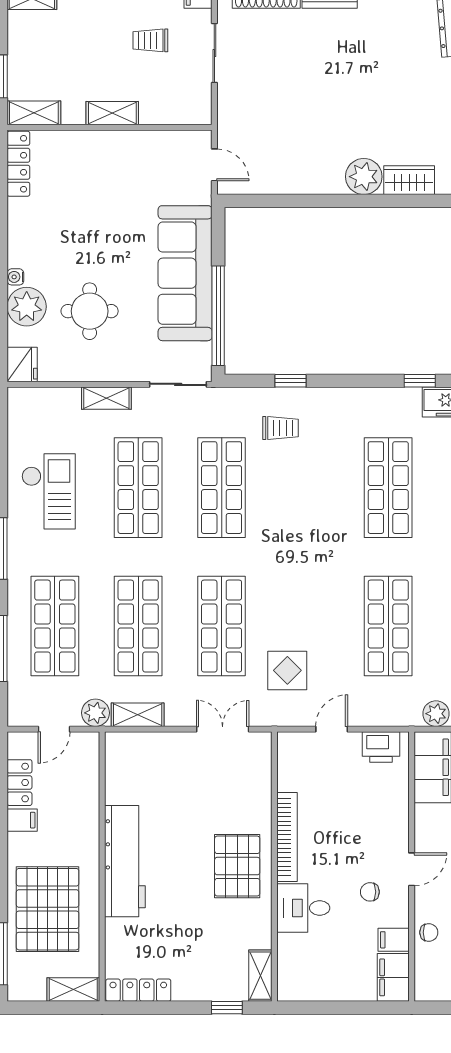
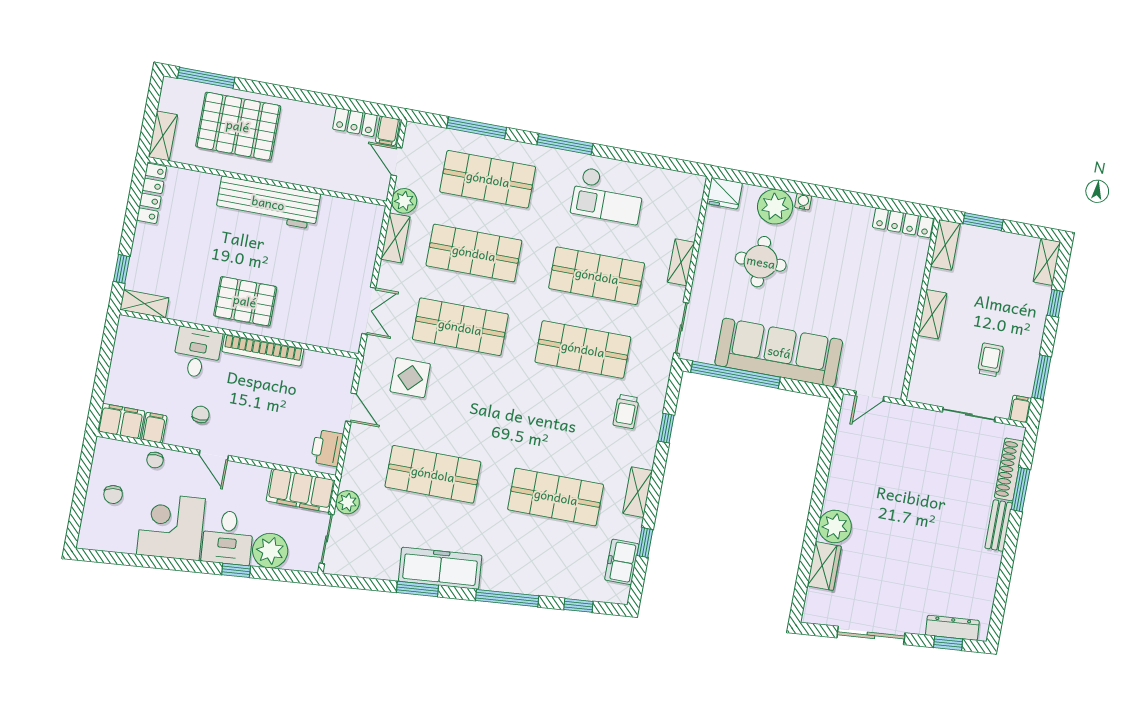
shelving: (366, 399) -> (638, 492), added
filing cabinet: (22, 820) -> (388, 131), moved

